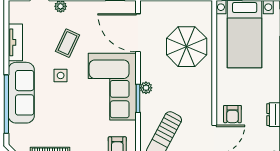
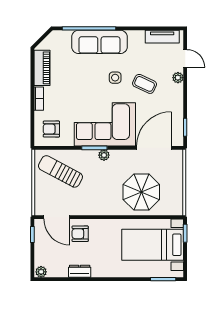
tv unit: (15, 42) -> (162, 37), moved

